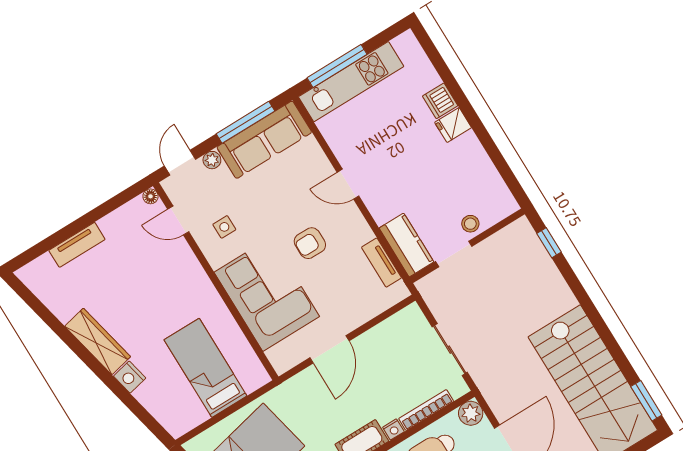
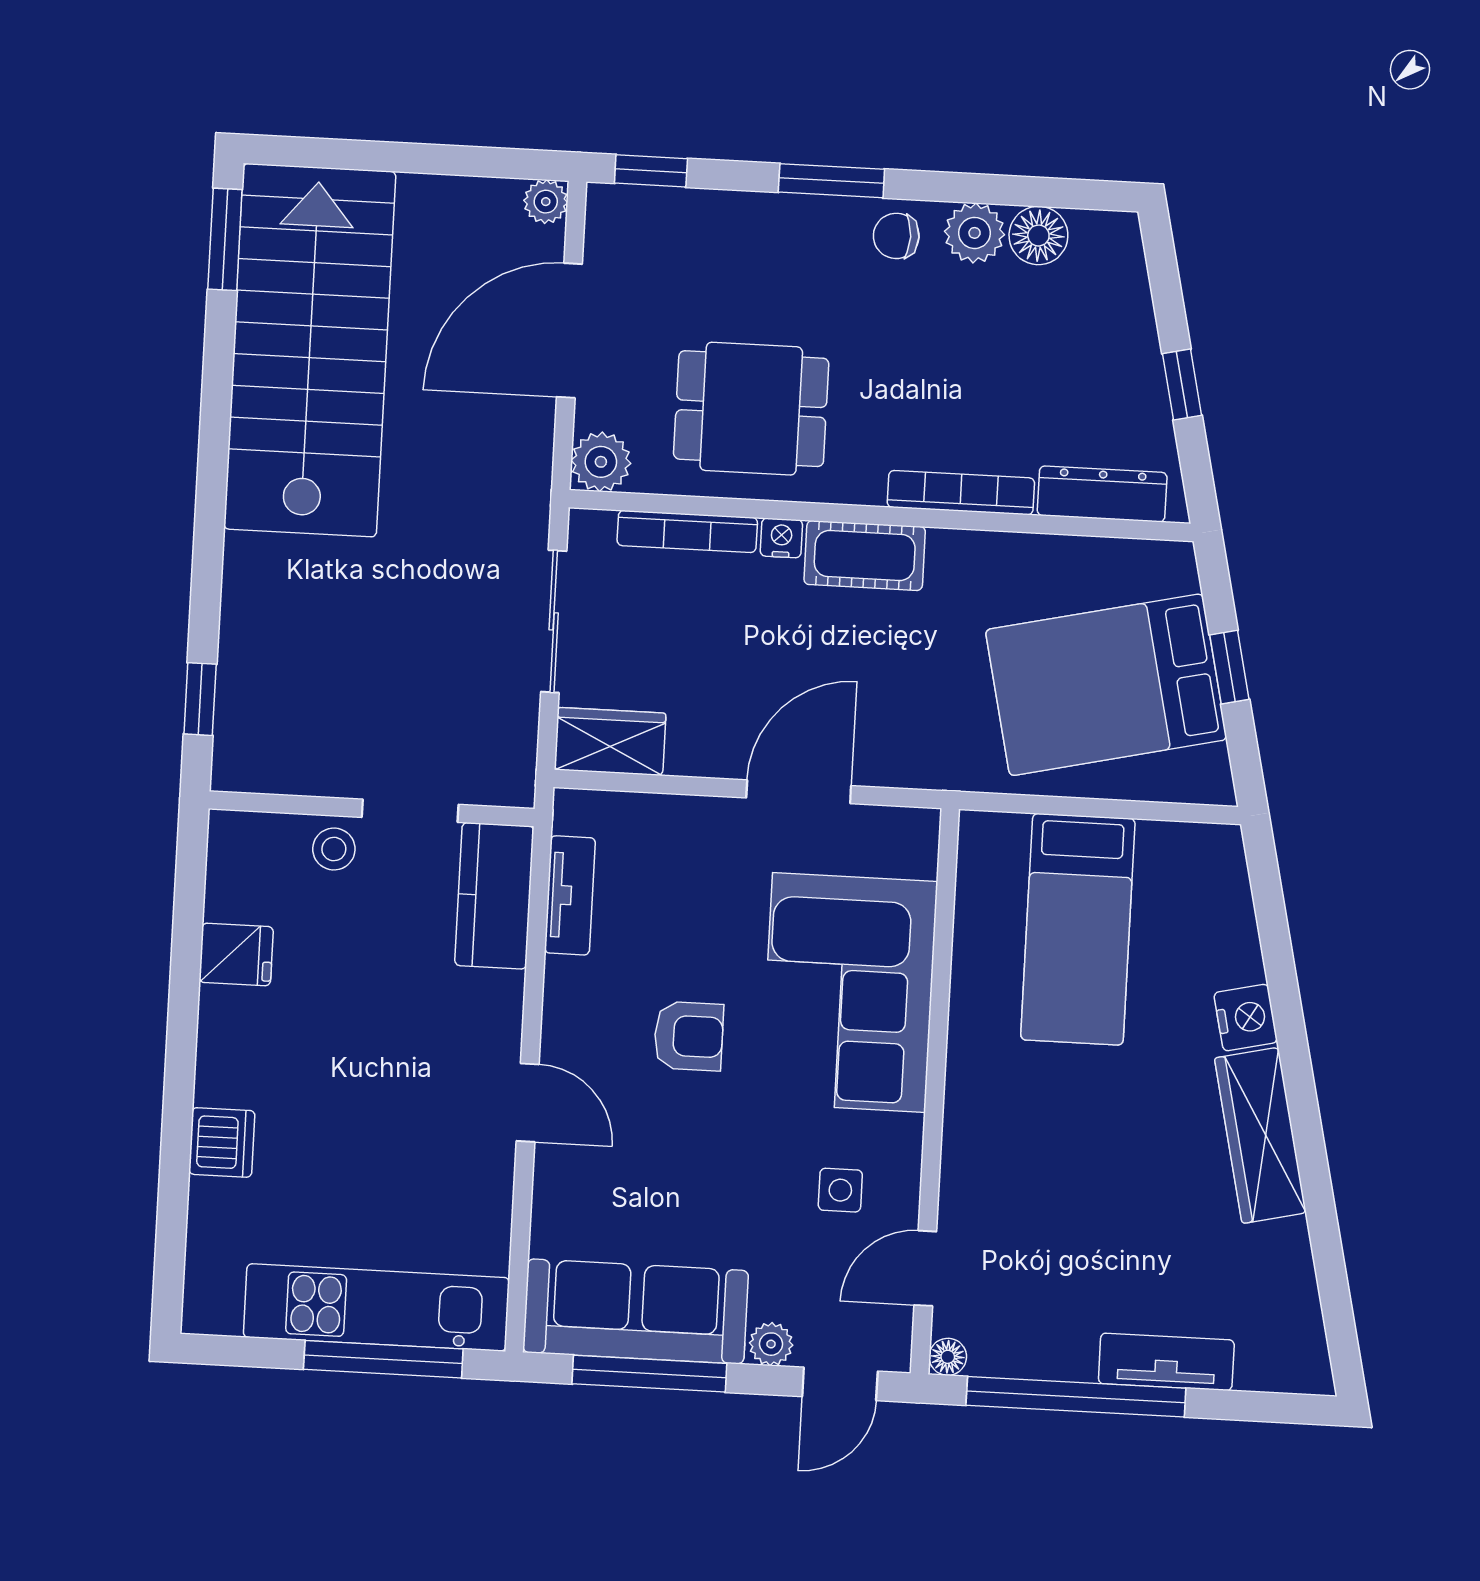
fridge: (453, 125) -> (236, 954), moved
window: (99, 213) -> (1076, 1397), added
door: (178, 220) -> (925, 1268), swing flipped
wardrobe: (404, 323) -> (610, 741), added

